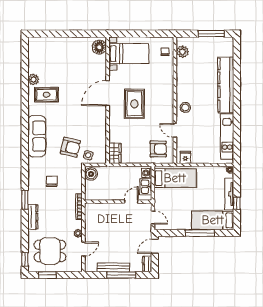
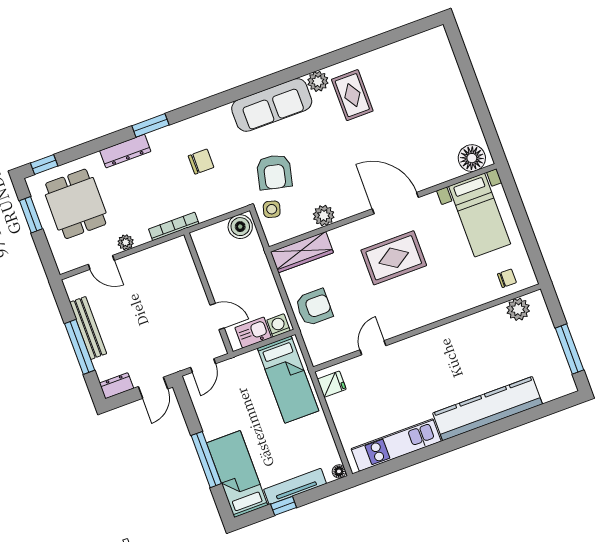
plant: (33, 79) -> (318, 81), moved
stool: (185, 108) -> (420, 351), removed
plant: (101, 131) -> (324, 216), added
armchair: (158, 149) -> (314, 307), moved, turned -90
wardrobe: (115, 153) -> (302, 252), width x1.50
door: (155, 246) -> (153, 388), swing flipped

